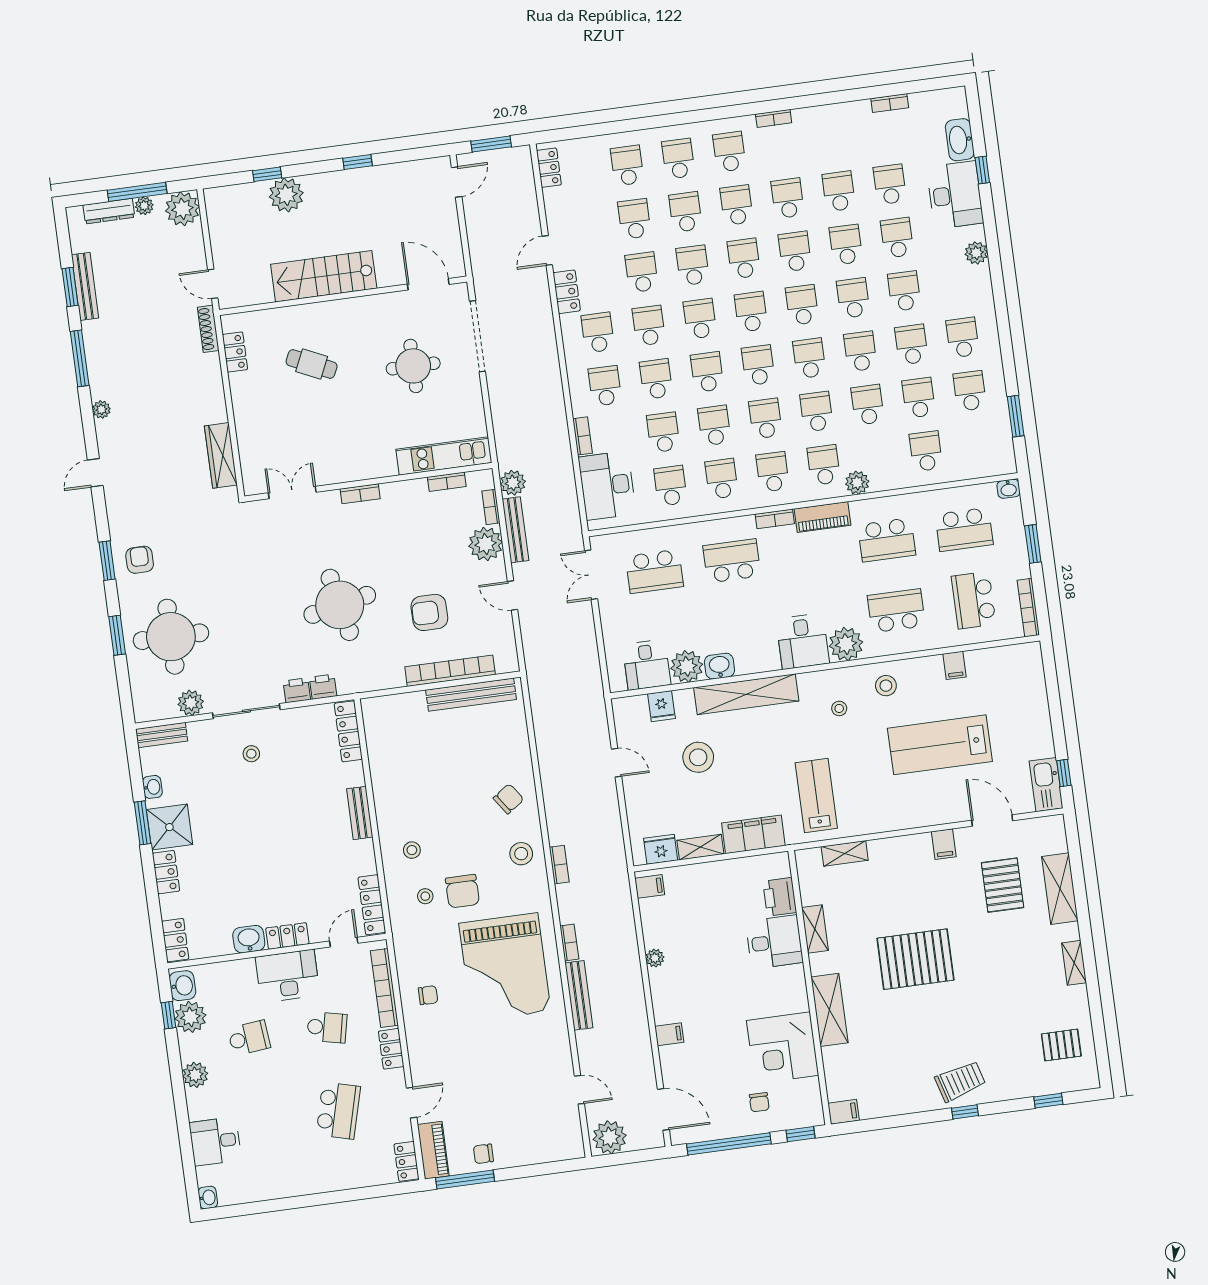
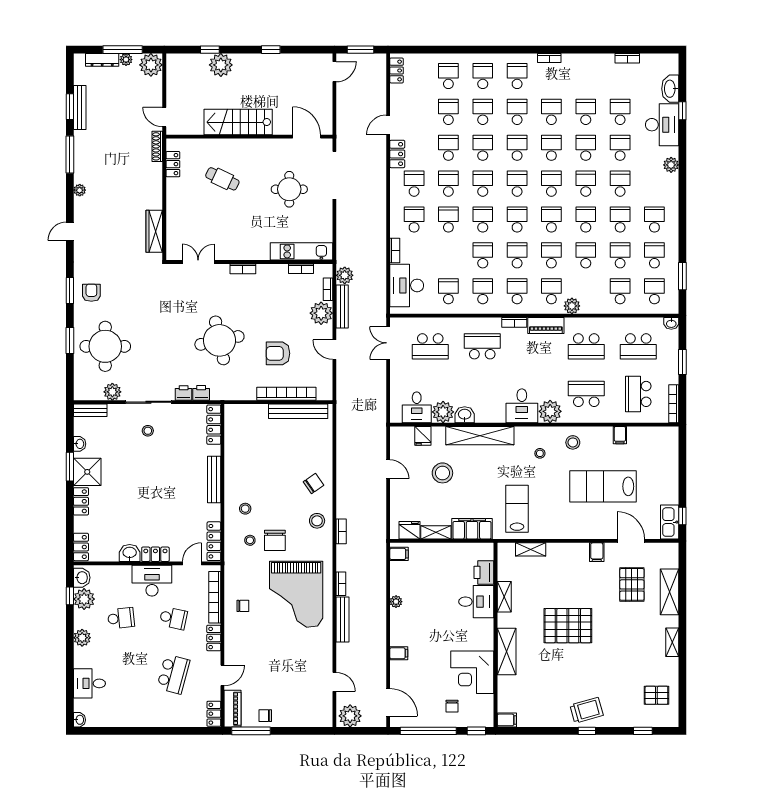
school desk: (663, 432) -> (654, 291), moved
bench: (360, 813) -> (214, 480), width x1.36

